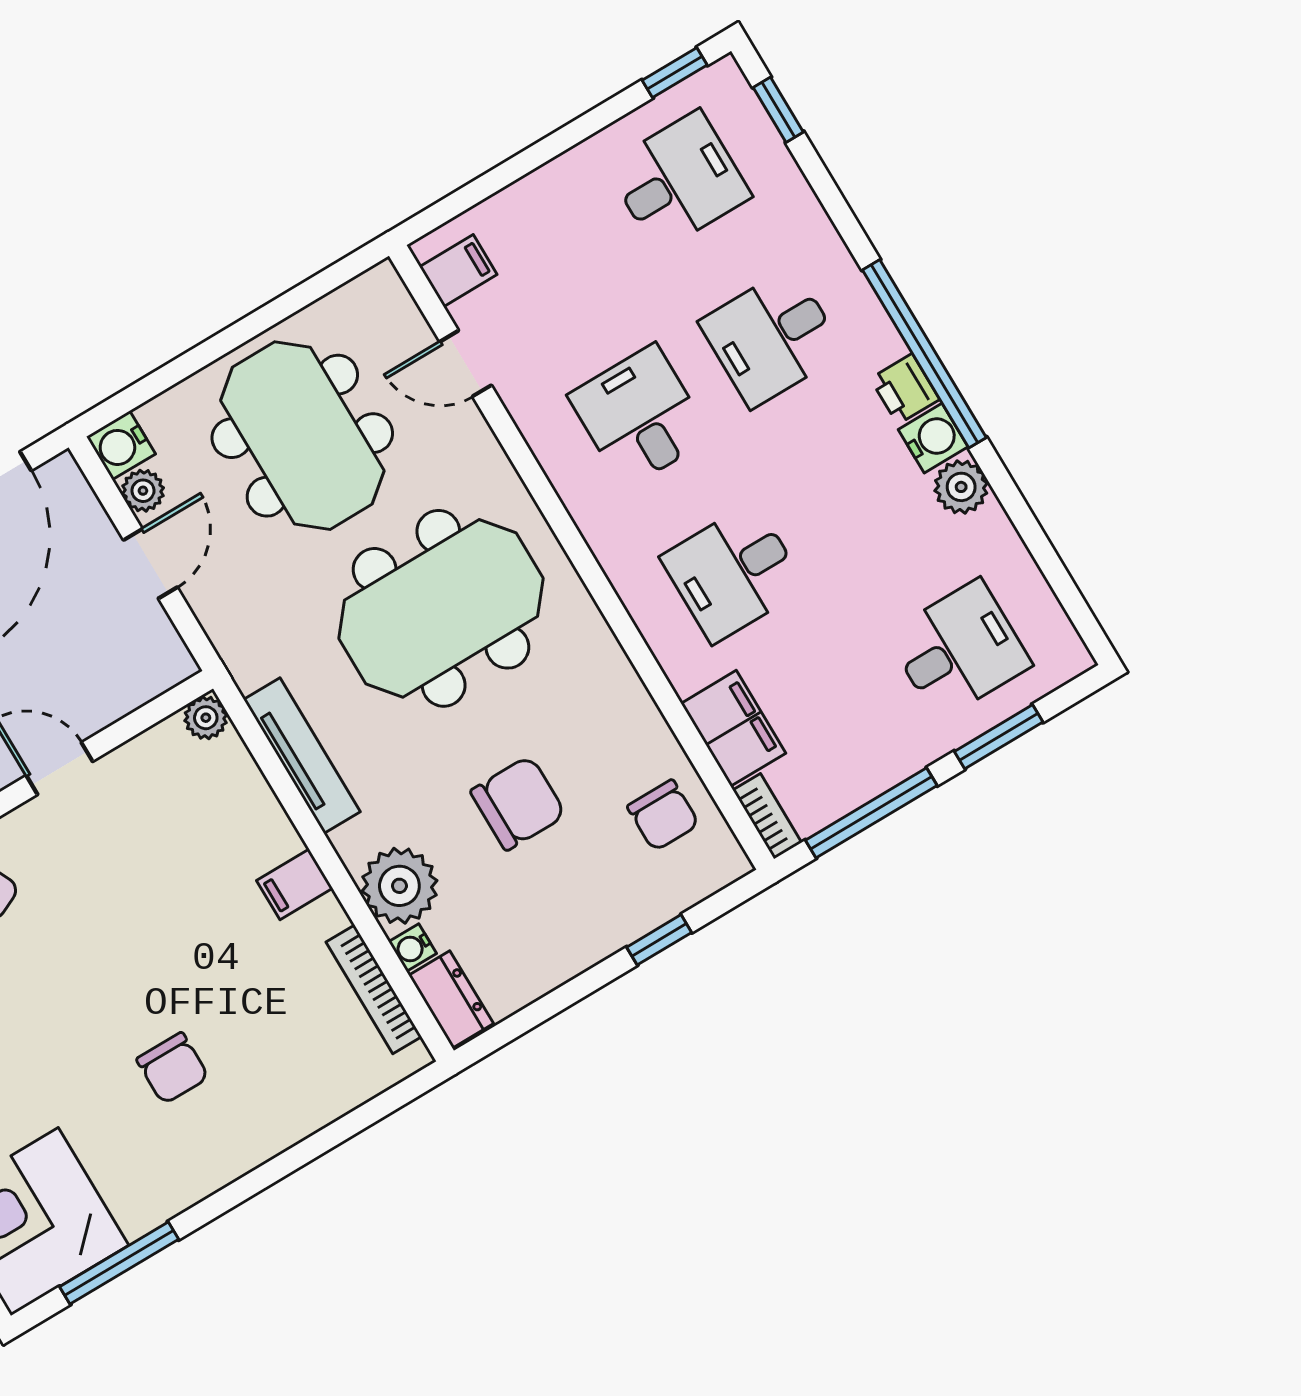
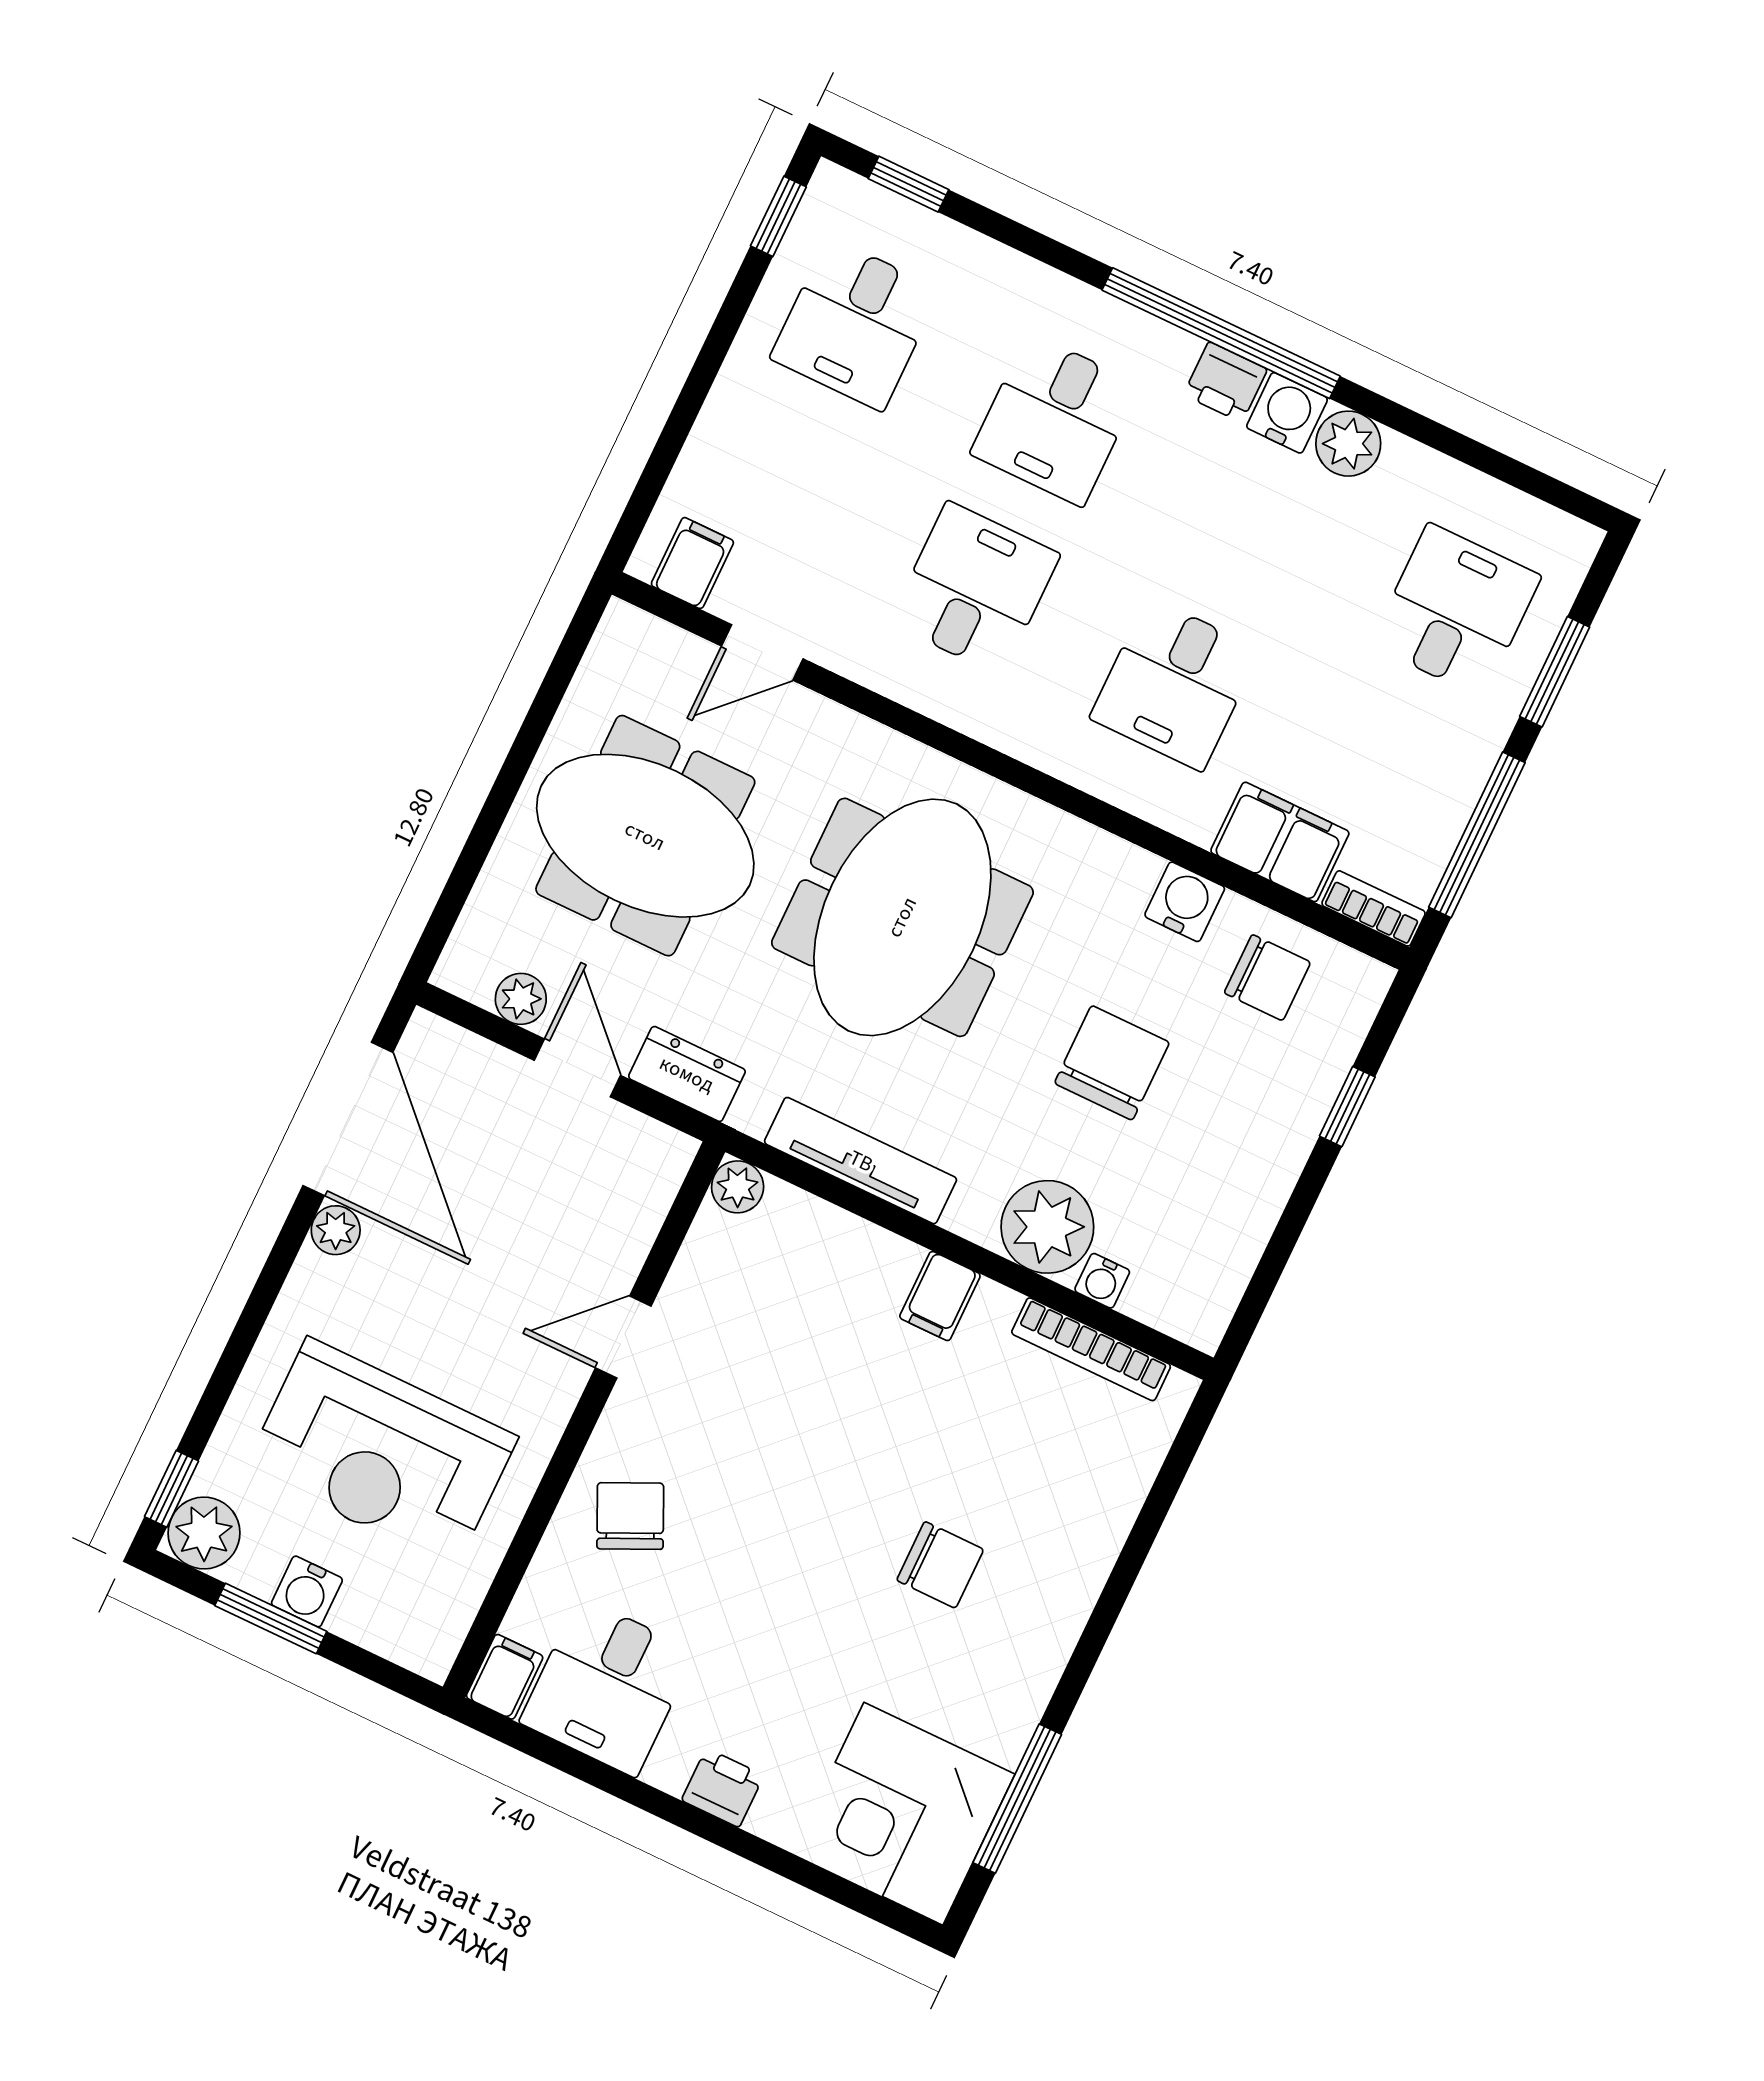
desk: (678, 181) -> (855, 324), turned 180
desk: (640, 416) -> (975, 589), turned 90
water cooler: (121, 445) -> (1185, 902), moved, turned 180
dresser: (451, 999) -> (687, 1074), moved

